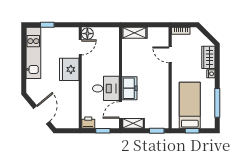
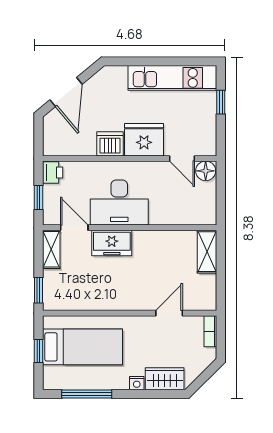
desk: (106, 88) -> (119, 203), width x1.37
dishwasher: (72, 89) -> (110, 144), added
door: (42, 115) -> (66, 92), hinge flipped

